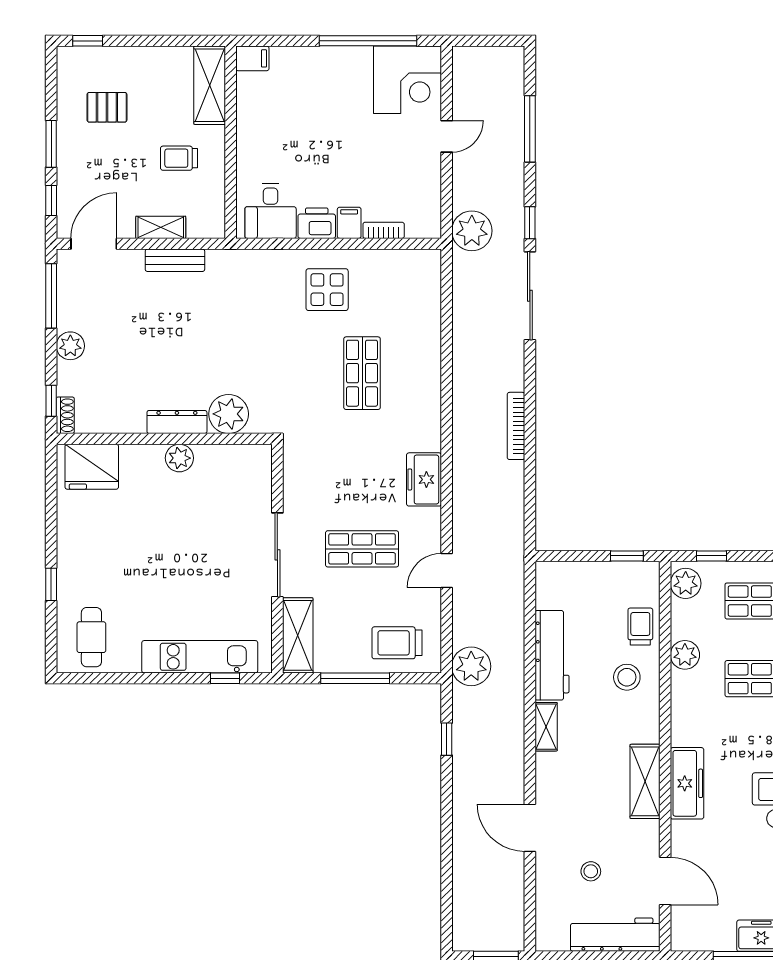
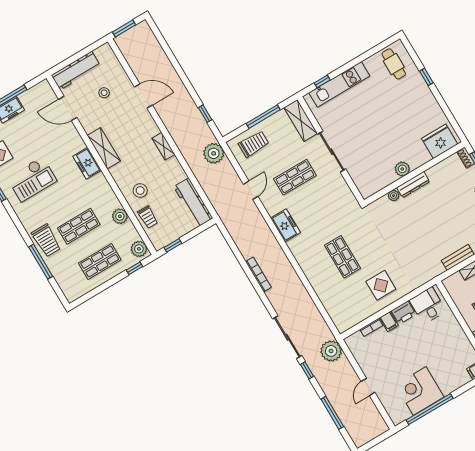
corner desk: (408, 80) -> (420, 391), moved
plant: (229, 414) -> (394, 196), width x0.53, depth x0.53
workbench: (552, 655) -> (193, 202), moved
freezer: (687, 783) -> (87, 163), width x0.71

